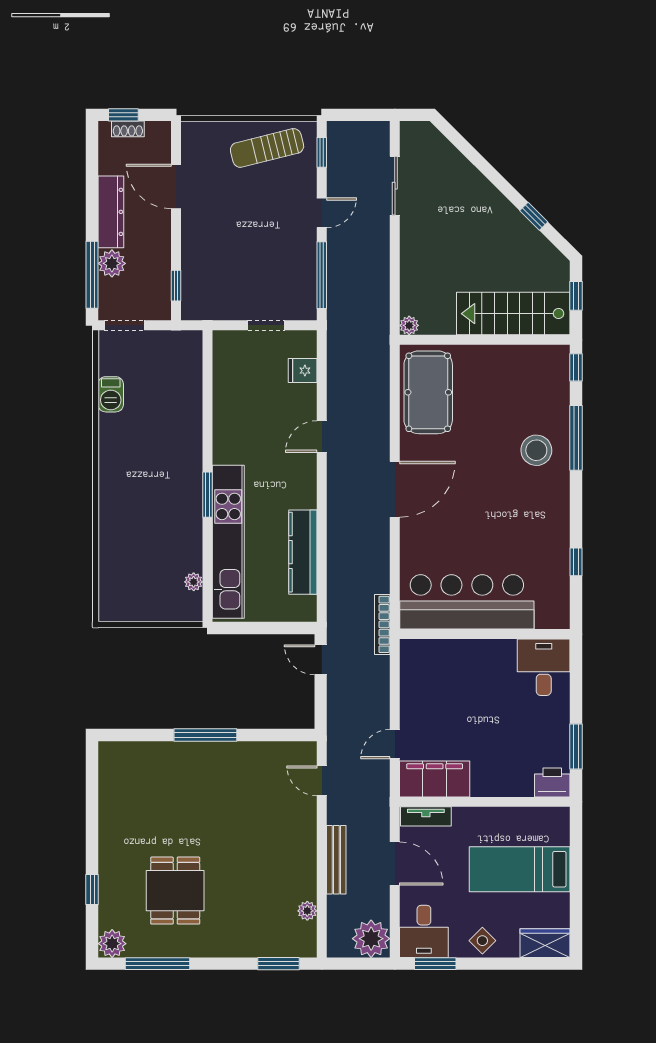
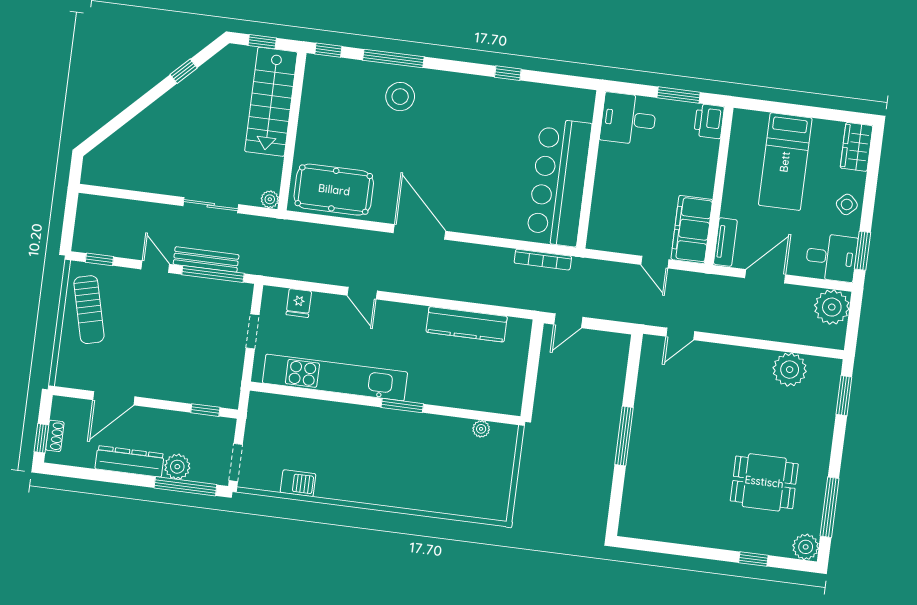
sliding door: (395, 186) -> (211, 205), moved
kitchen unit: (228, 542) -> (335, 378), moved
bar counter: (467, 602) -> (559, 182), moved
wall: (485, 634) -> (591, 169), moved
desk: (544, 667) -> (628, 119), moved
bench: (336, 860) -> (206, 260), moved
plant: (307, 911) -> (790, 370), width x1.87, depth x1.87

